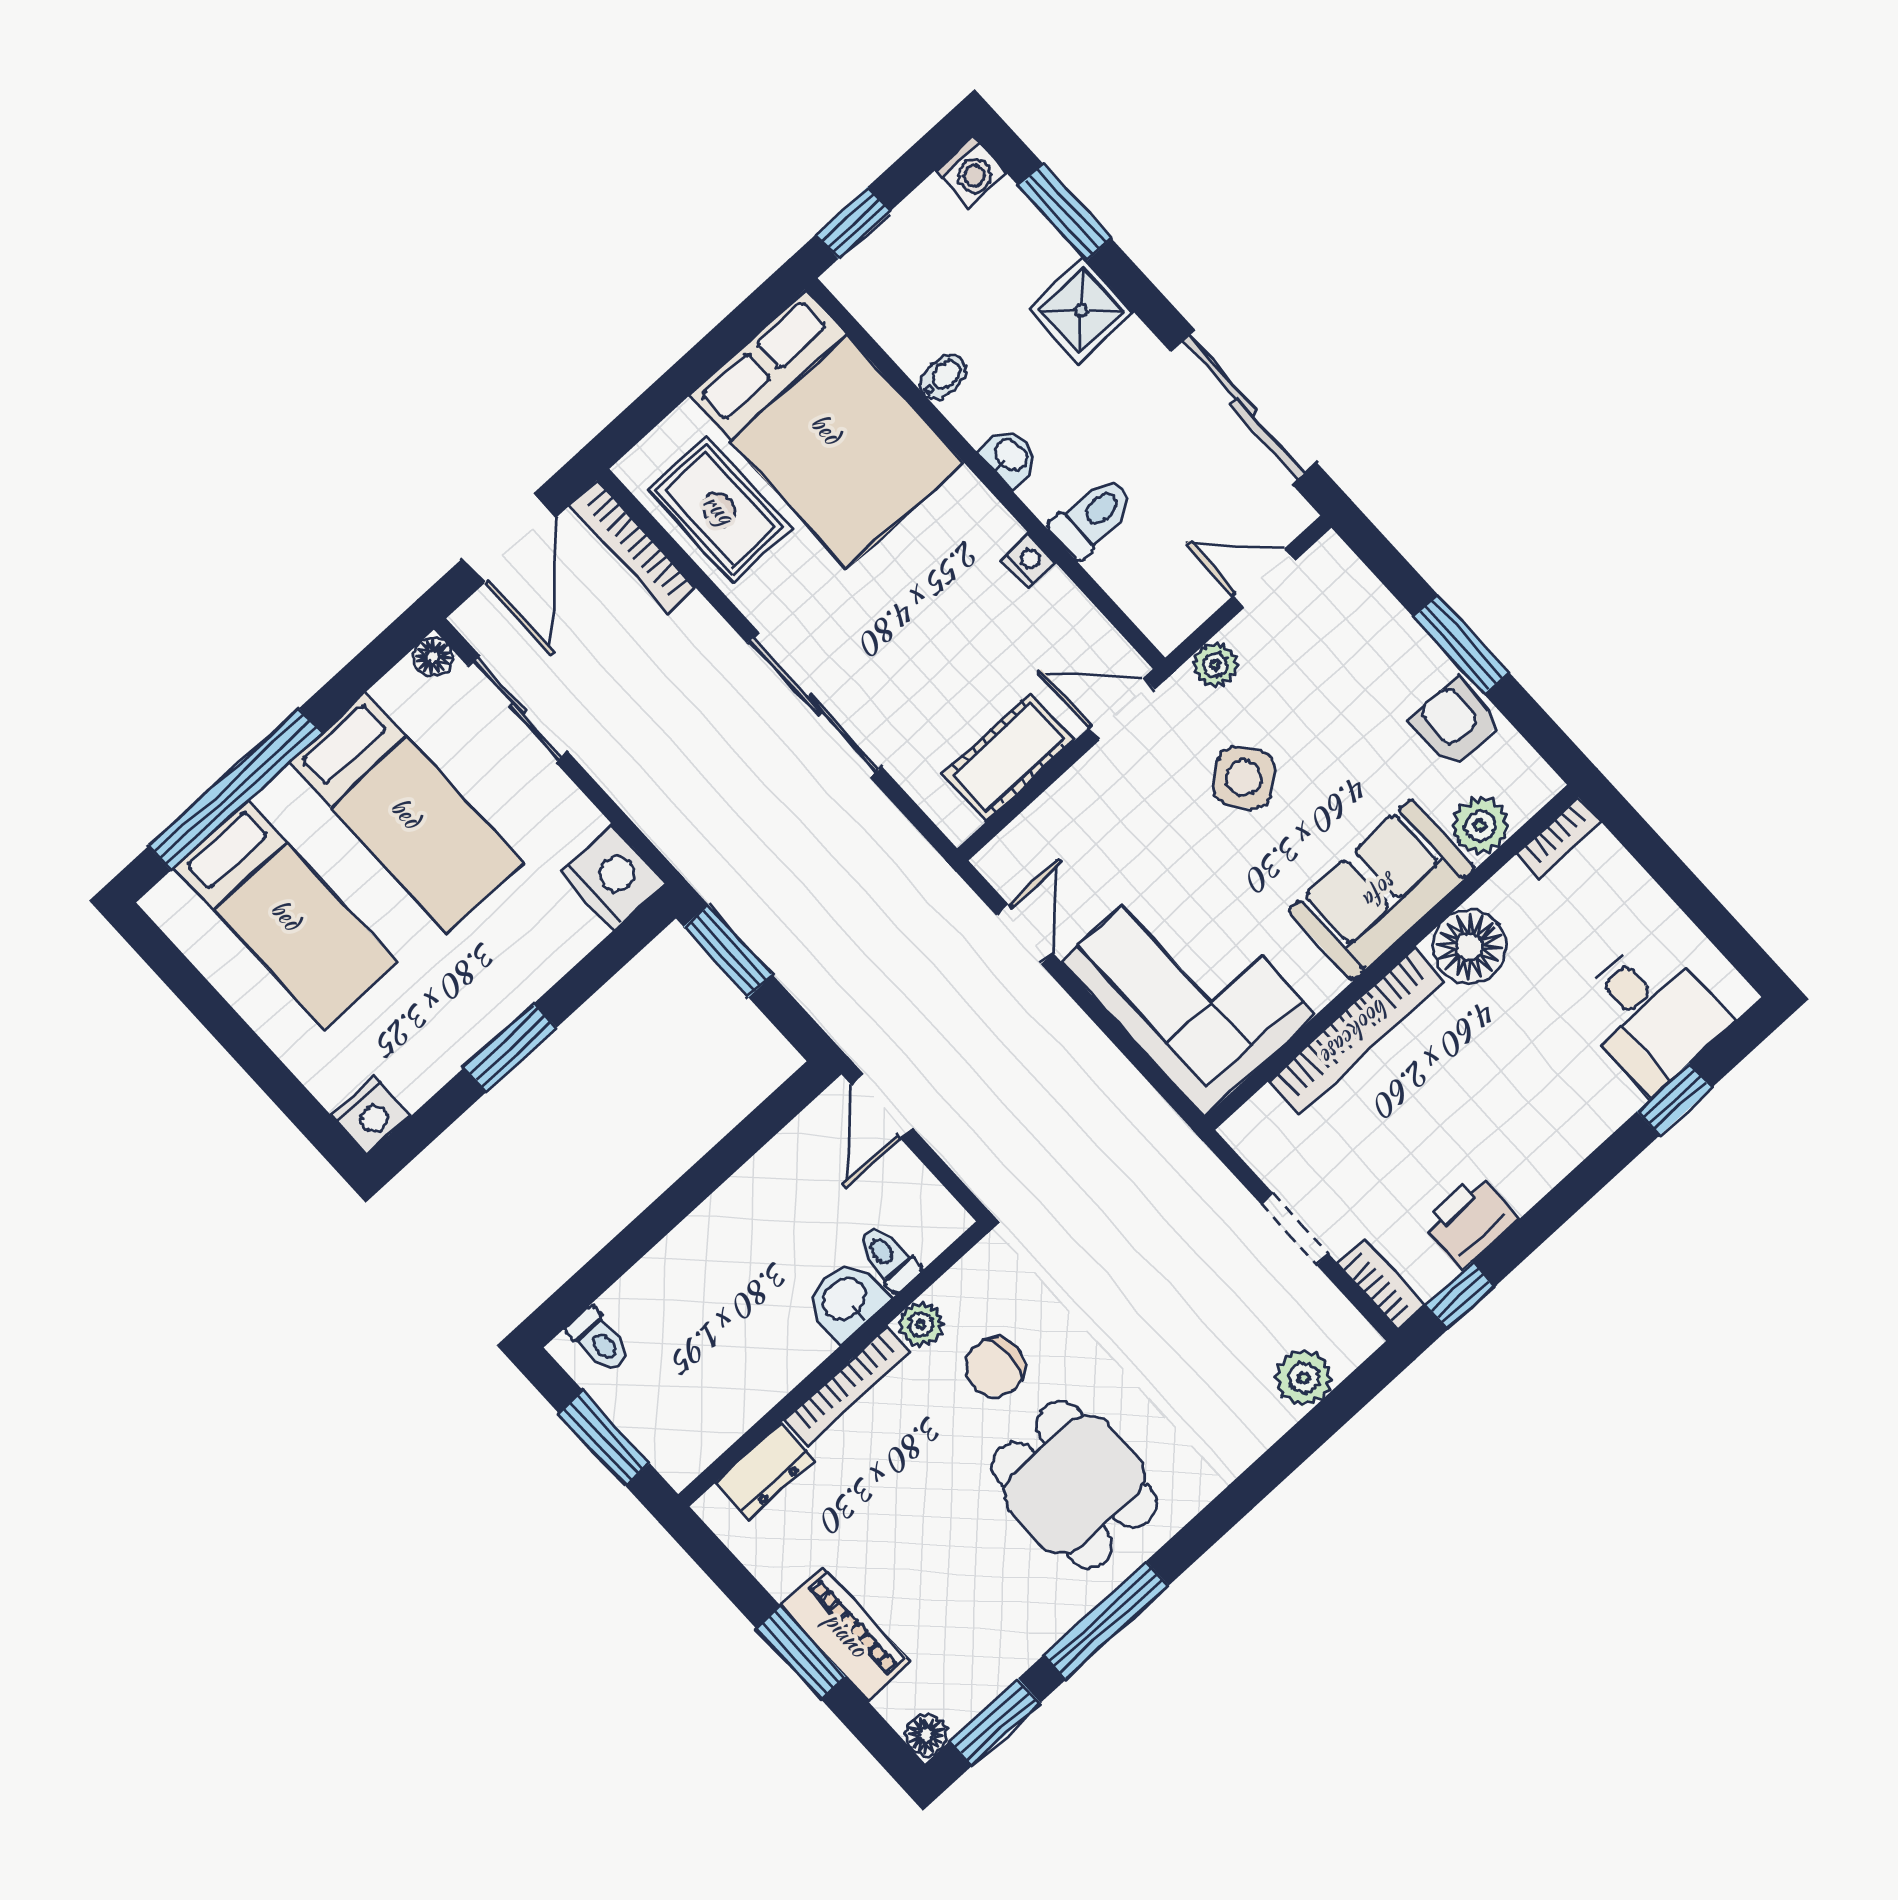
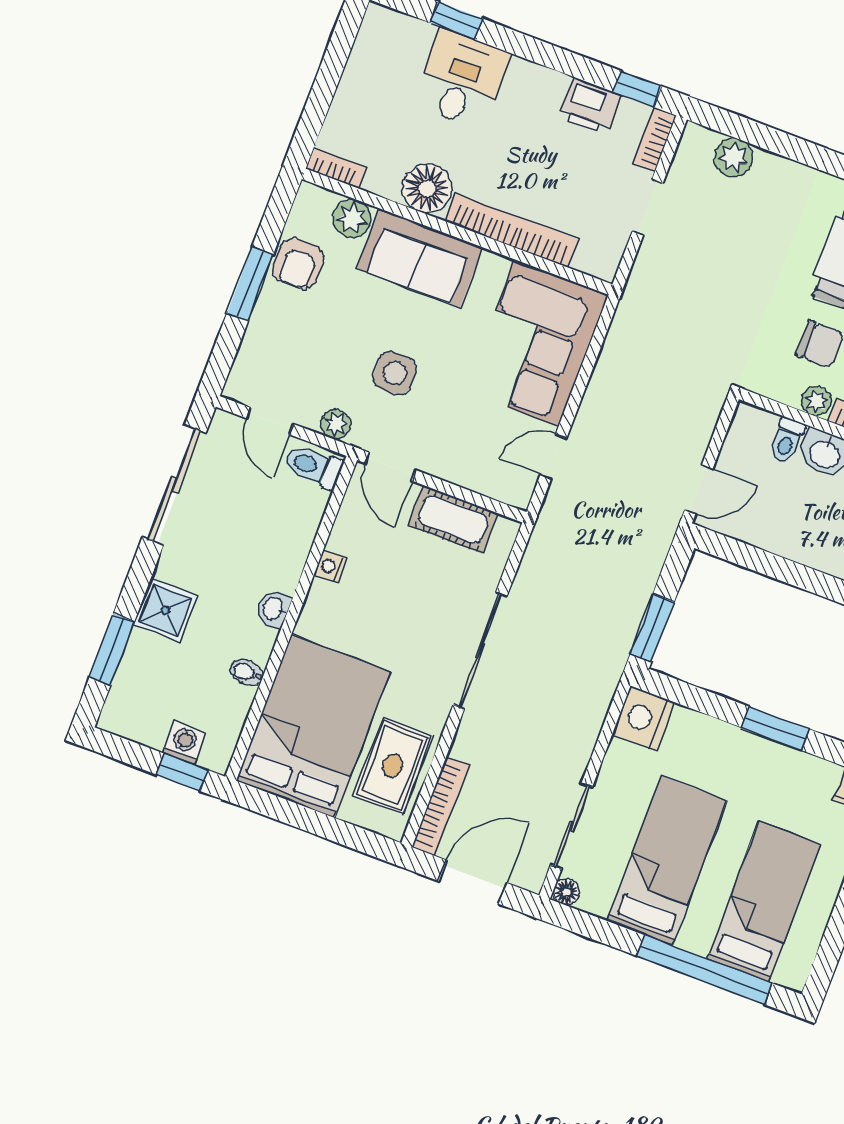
washing machine: (971, 172) -> (184, 743), moved
toilet: (1093, 516) -> (313, 466), moved
side table: (1244, 778) -> (395, 373), turned 38
desk: (1651, 1013) -> (462, 79), moved

